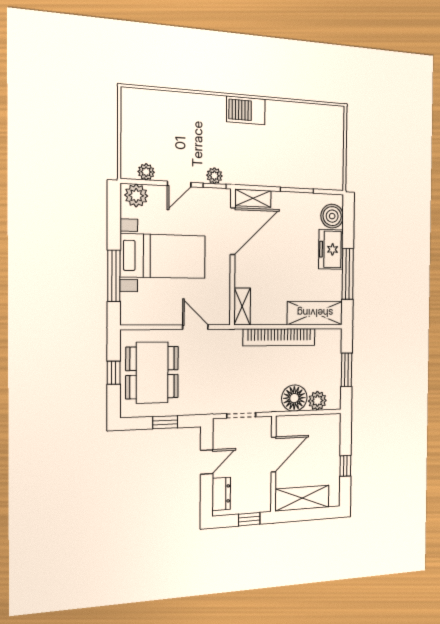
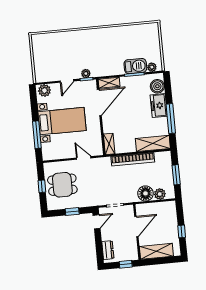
barbecue: (246, 110) -> (135, 66), moved, turned 180
plant: (146, 172) -> (152, 67), moved
dining table: (152, 373) -> (62, 185), width x0.73
door: (207, 462) -> (97, 222), moved

